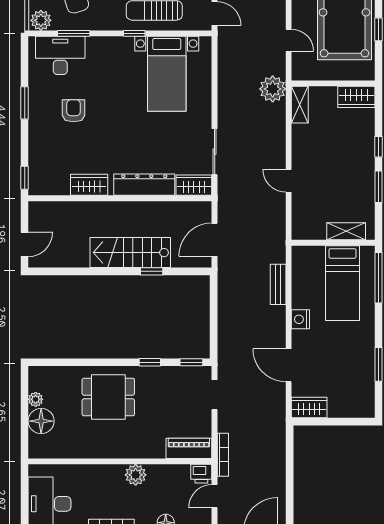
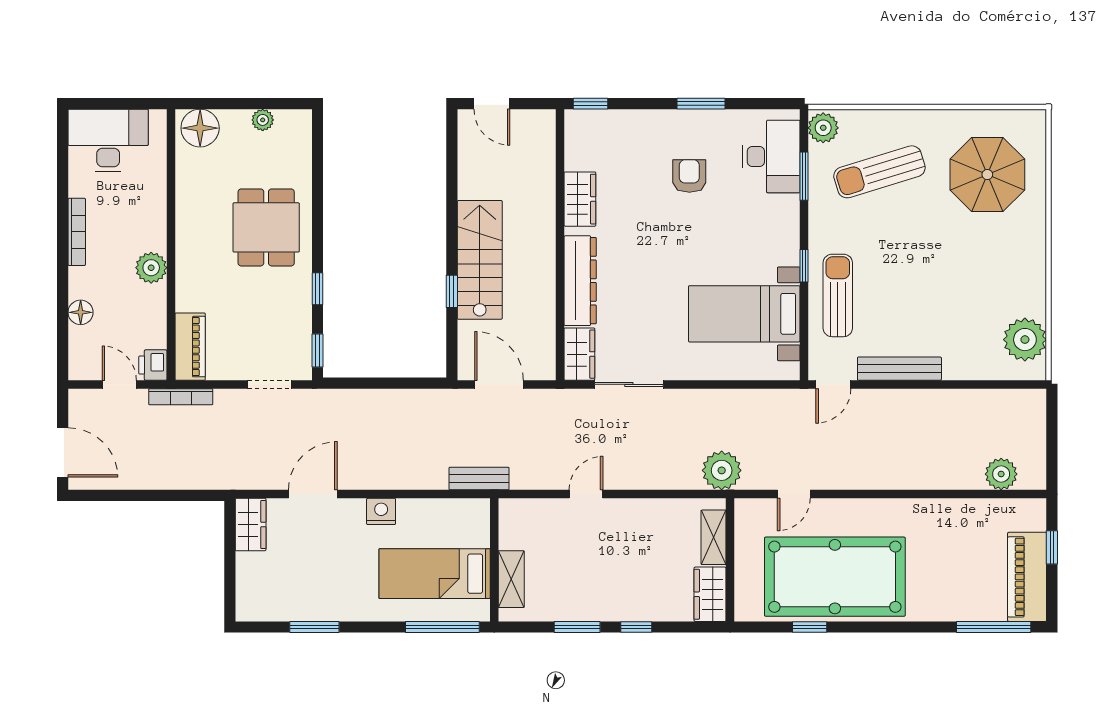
shelving: (300, 105) -> (714, 537), moved, turned 90
armchair: (74, 111) -> (689, 176), turned -90
bench: (278, 284) -> (479, 479), moved
floor lamp: (41, 421) -> (200, 128), moved

